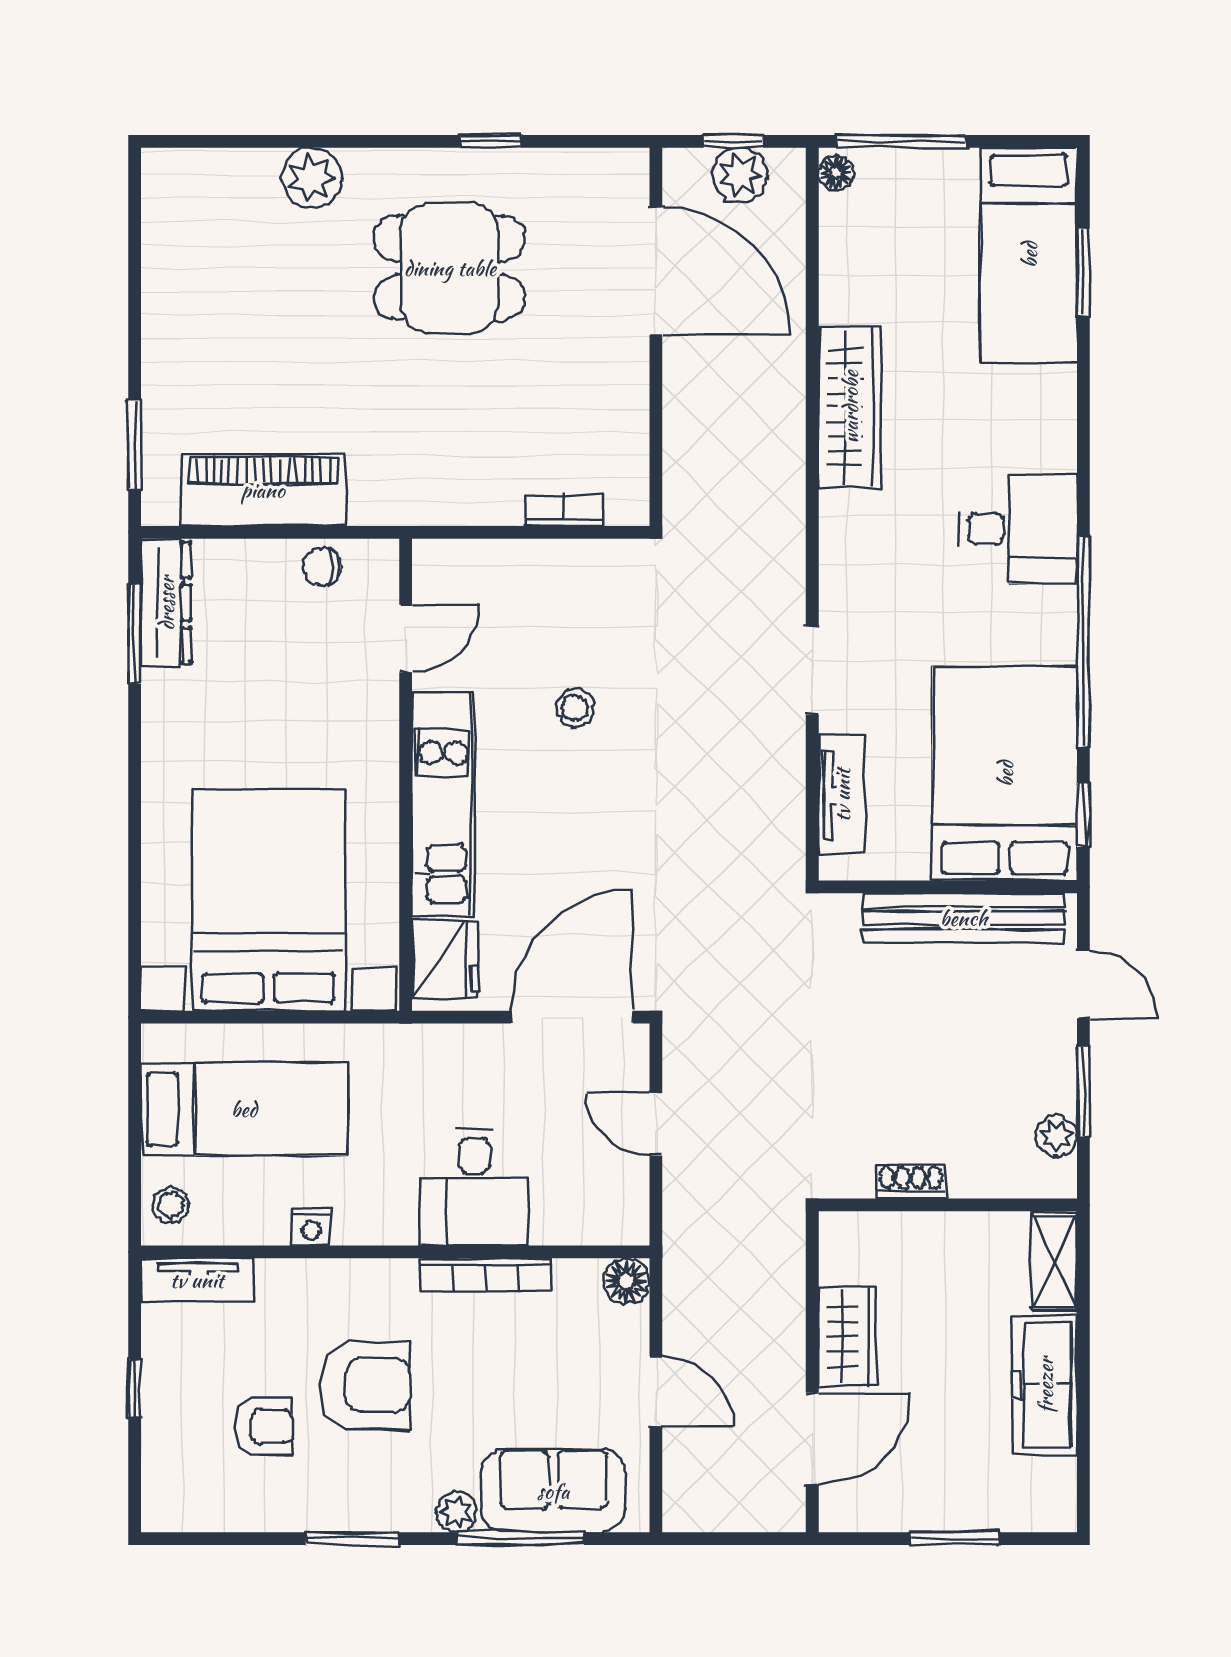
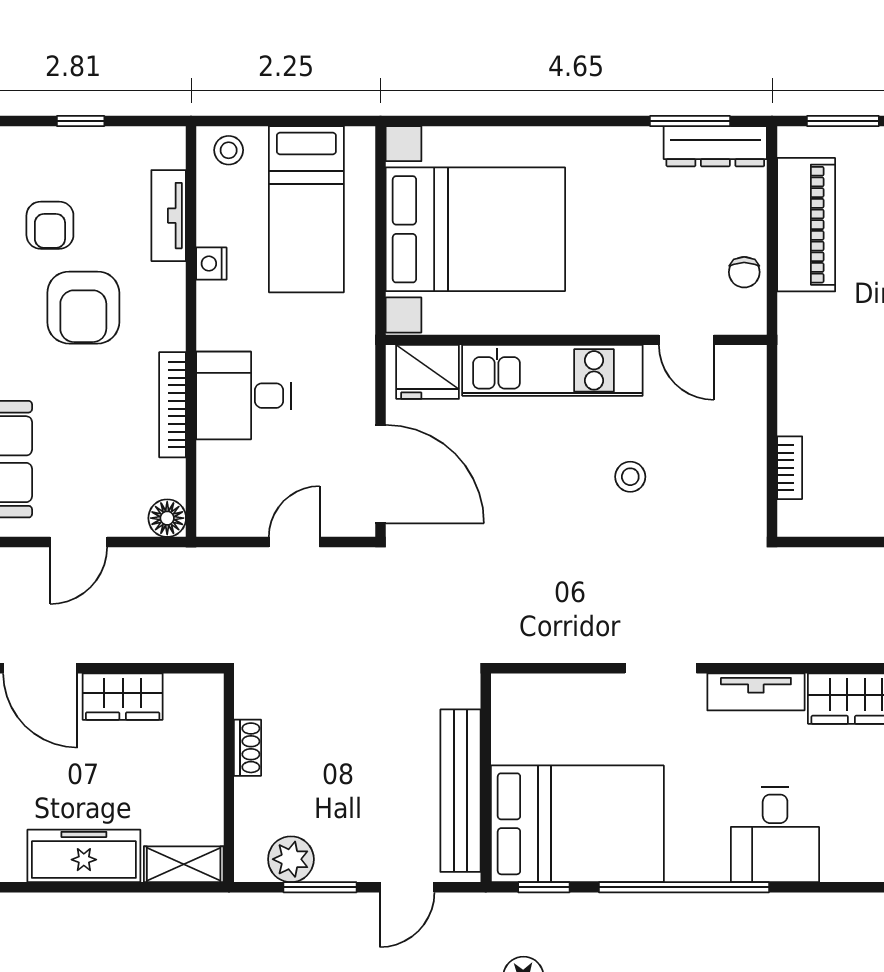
chair: (322, 567) -> (744, 272), turned 180
tv unit: (842, 795) -> (756, 692), moved
plant: (1056, 1136) -> (291, 859), width x1.38, depth x1.38
tv unit: (197, 1280) -> (169, 216), moved

